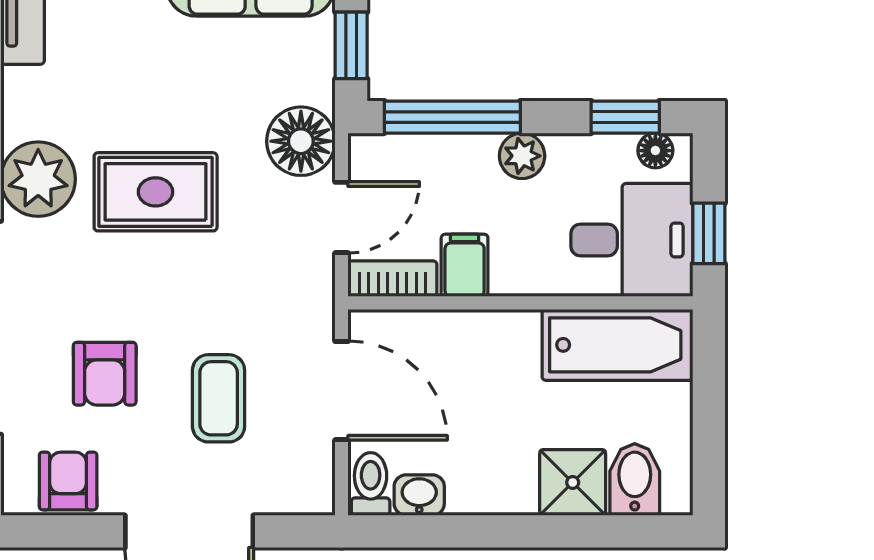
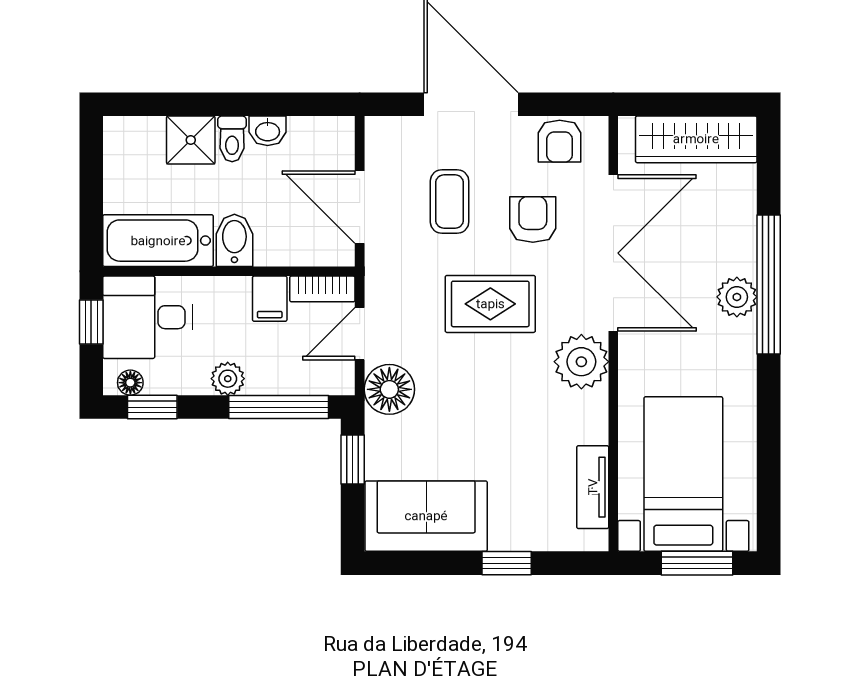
rug: (156, 192) -> (490, 304), moved
bidet: (635, 479) -> (234, 240), moved, turned 180
toilet: (371, 484) -> (232, 139), moved
washbasin: (419, 495) -> (268, 131), moved

